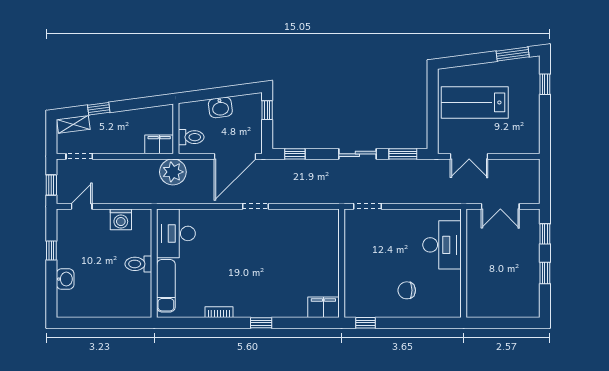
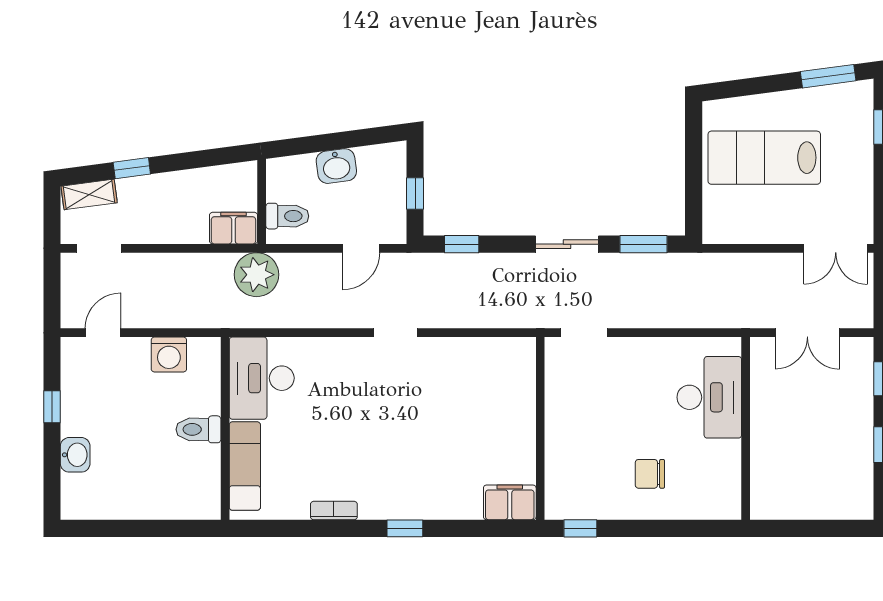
window: (267, 110) -> (415, 193), moved
door: (235, 156) -> (361, 248), width x0.53
double door: (469, 156) -> (836, 248), moved
window: (51, 185) -> (52, 297), removed

